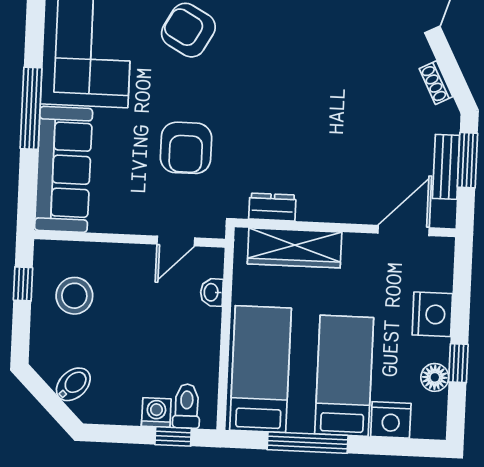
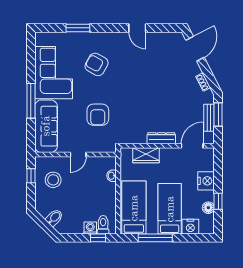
dresser: (272, 207) -> (161, 138), moved, width x1.44
door: (176, 241) -> (78, 155), moved
wardrobe: (295, 248) -> (146, 155), width x0.67

